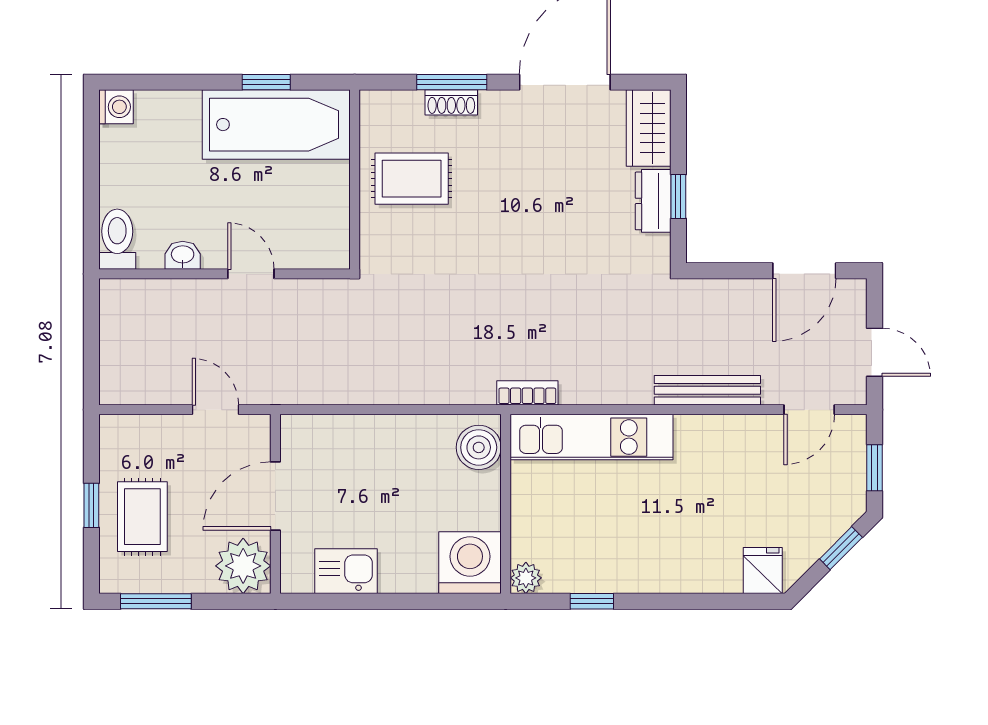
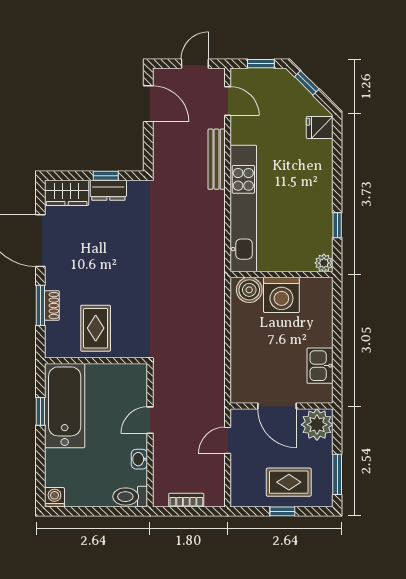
bookcase: (527, 393) -> (186, 500), moved, turned 90
kitchen unit: (591, 437) -> (243, 209), width x1.36
washing machine: (470, 563) -> (281, 295), moved, turned -90

